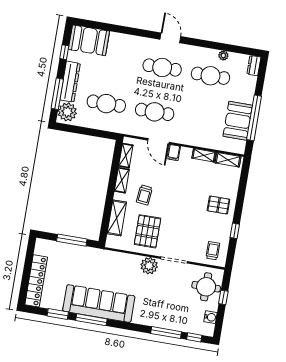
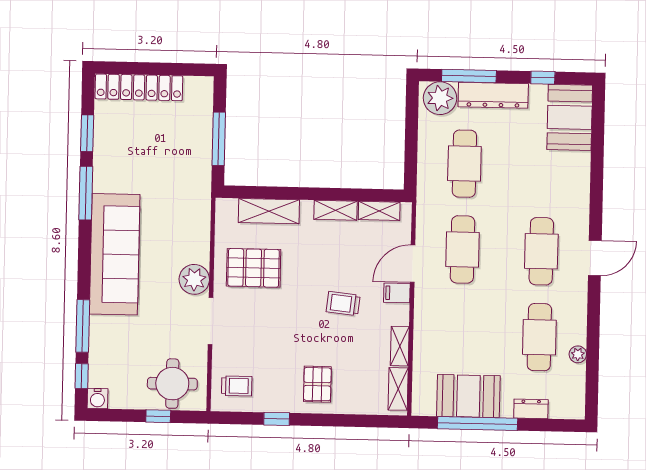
dresser: (254, 66) -> (531, 409), moved
trolley: (144, 195) -> (343, 303), moved
sofa: (99, 304) -> (115, 254), moved
water cooler: (211, 317) -> (97, 399), moved

